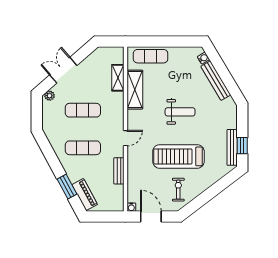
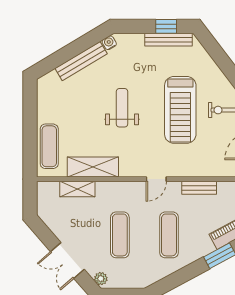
water cooler: (203, 58) -> (109, 43), moved
door: (125, 138) -> (156, 179), swing flipped

